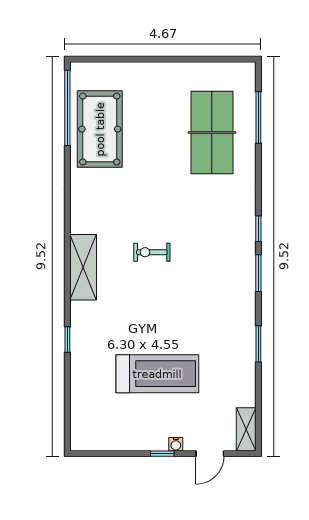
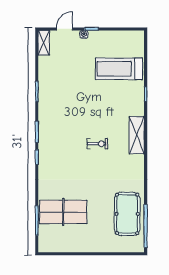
table tennis table: (212, 132) -> (63, 212), turned 90
treadmill: (157, 374) -> (119, 69), moved

